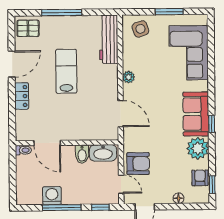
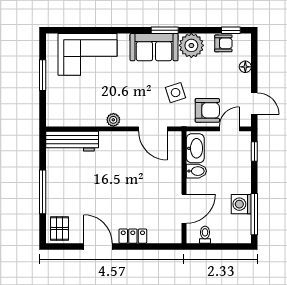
side table: (140, 29) -> (176, 93), moved
lab bench: (66, 71) -> (106, 187), removed
door: (121, 114) -> (153, 129), swing flipped
window: (212, 124) -> (165, 30), width x1.50
toilet: (23, 150) -> (205, 235), moved
armchair: (138, 164) -> (207, 110), turned 90
armchair: (200, 178) -> (223, 43), turned 180
window: (62, 208) -> (254, 214), moved

